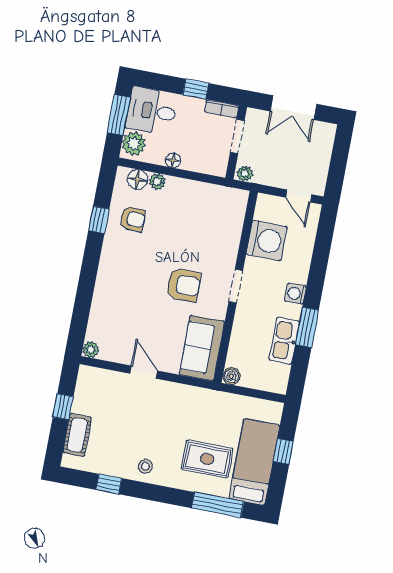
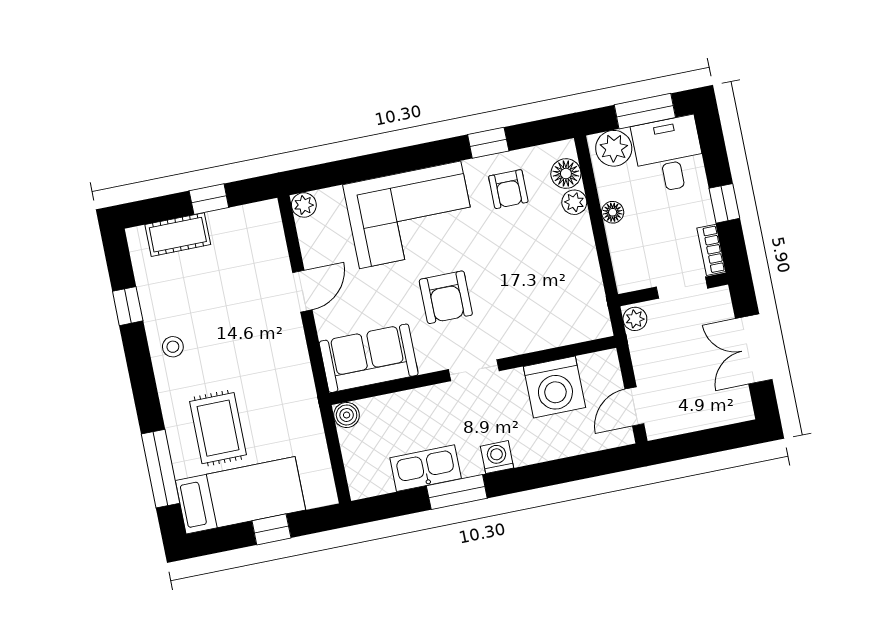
corner sofa: (124, 286) -> (410, 215), added

